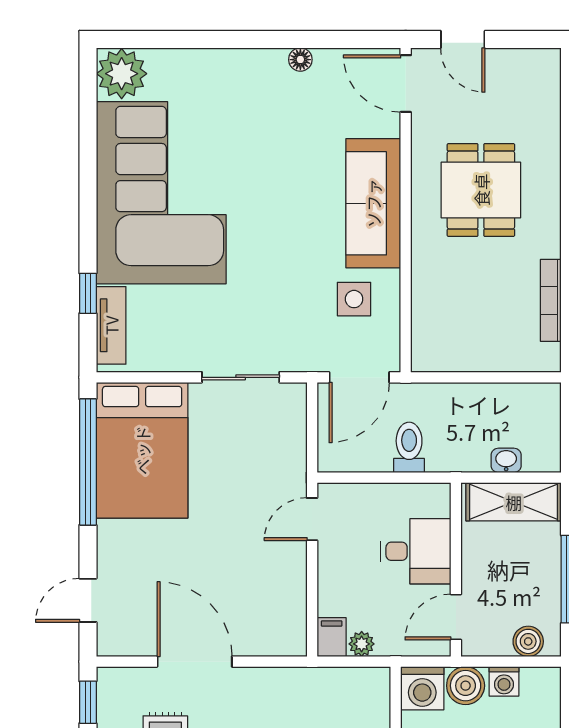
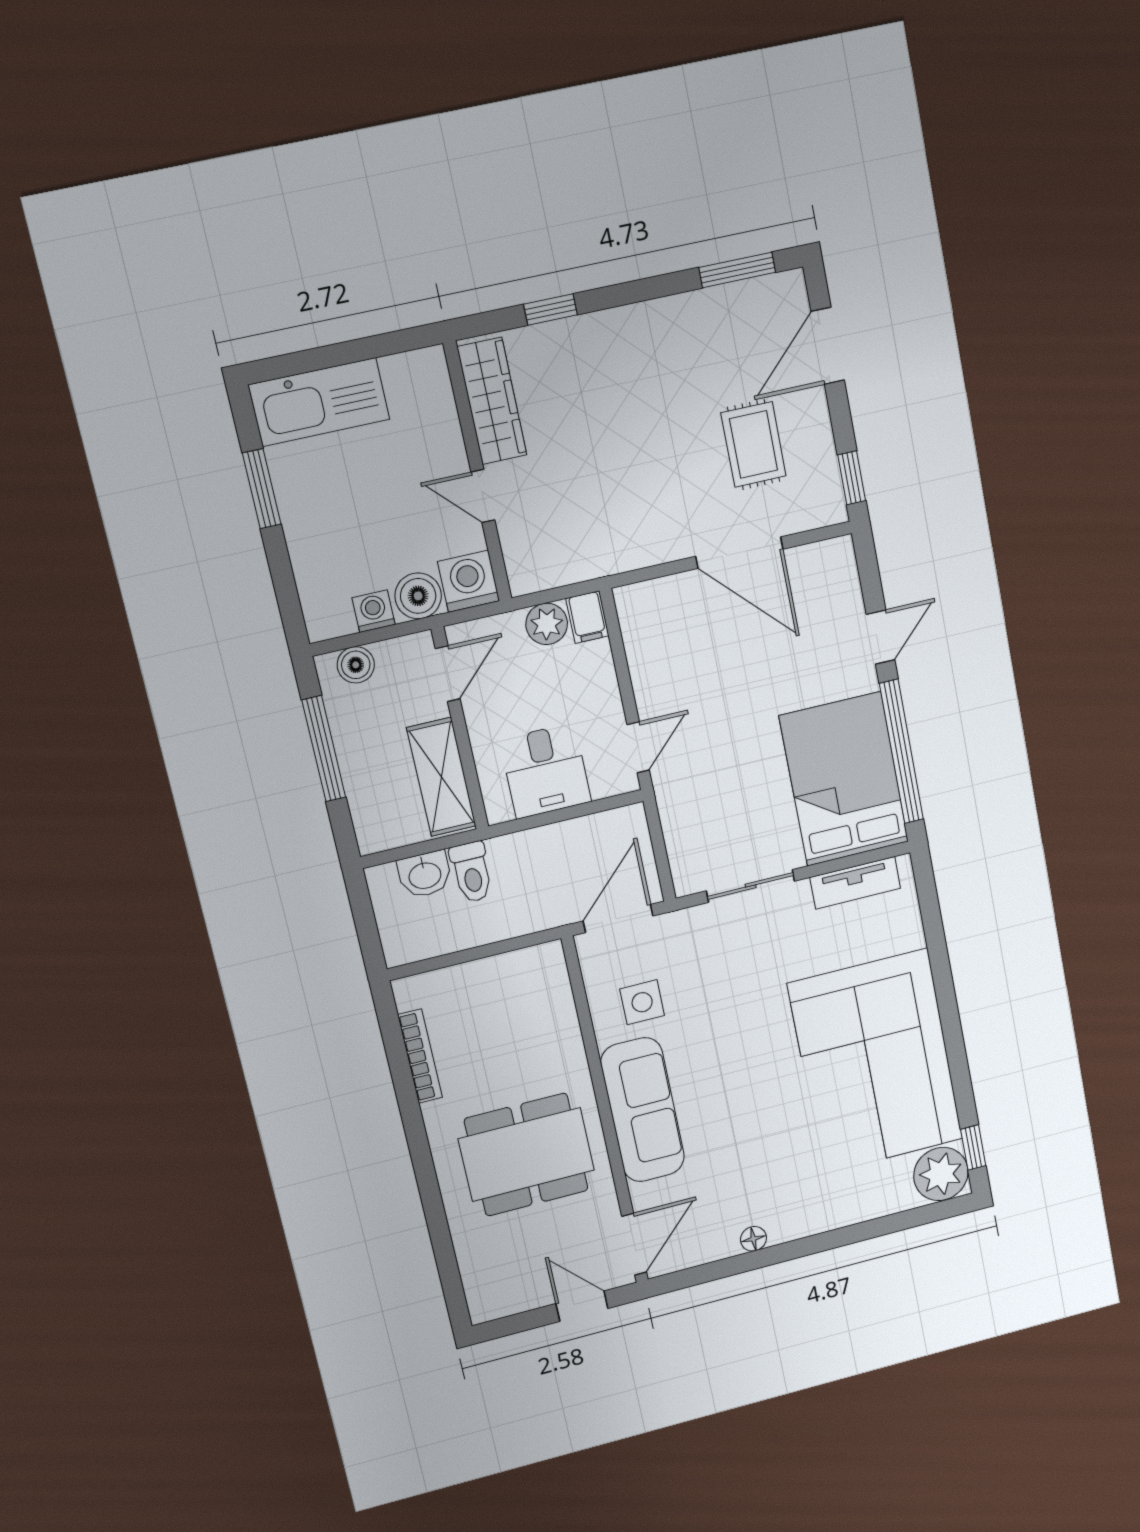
door: (406, 84) -> (634, 1244), hinge flipped
dining table: (481, 190) -> (526, 1155), width x1.37
window: (88, 293) -> (973, 1147), moved
tv unit: (111, 325) -> (855, 883), moved, turned -90
toilet: (409, 447) -> (471, 872), moved
washbasin: (506, 460) -> (425, 875), width x1.38, depth x1.45
shelving: (514, 502) -> (441, 777), moved, turned 90
desk: (416, 551) -> (546, 771), moved, turned -90
door: (88, 600) -> (881, 637), moved
plant: (362, 644) -> (547, 624), width x1.38, depth x1.38

